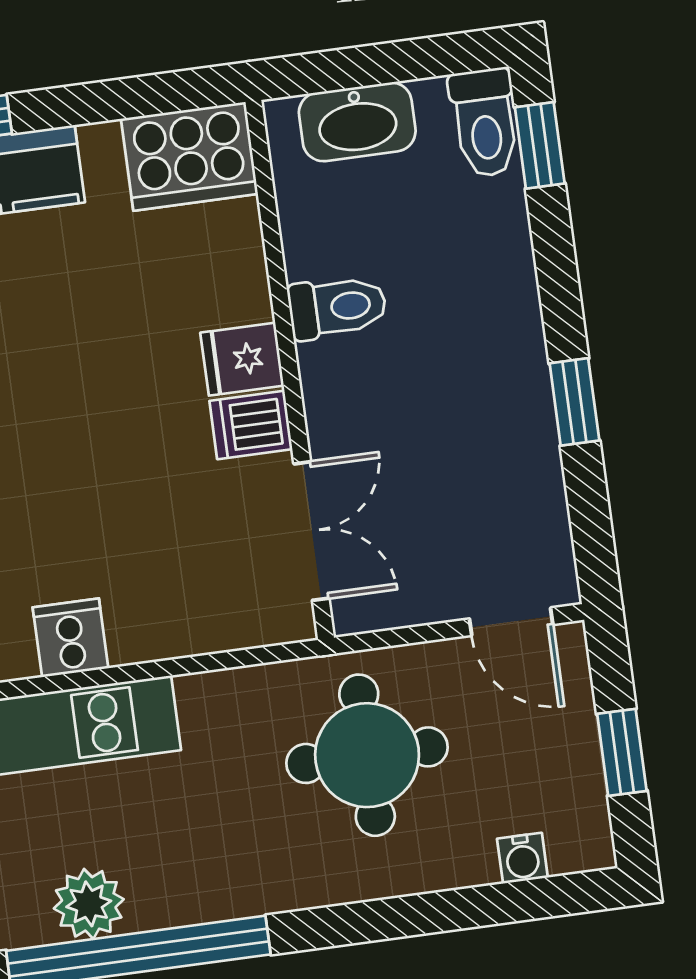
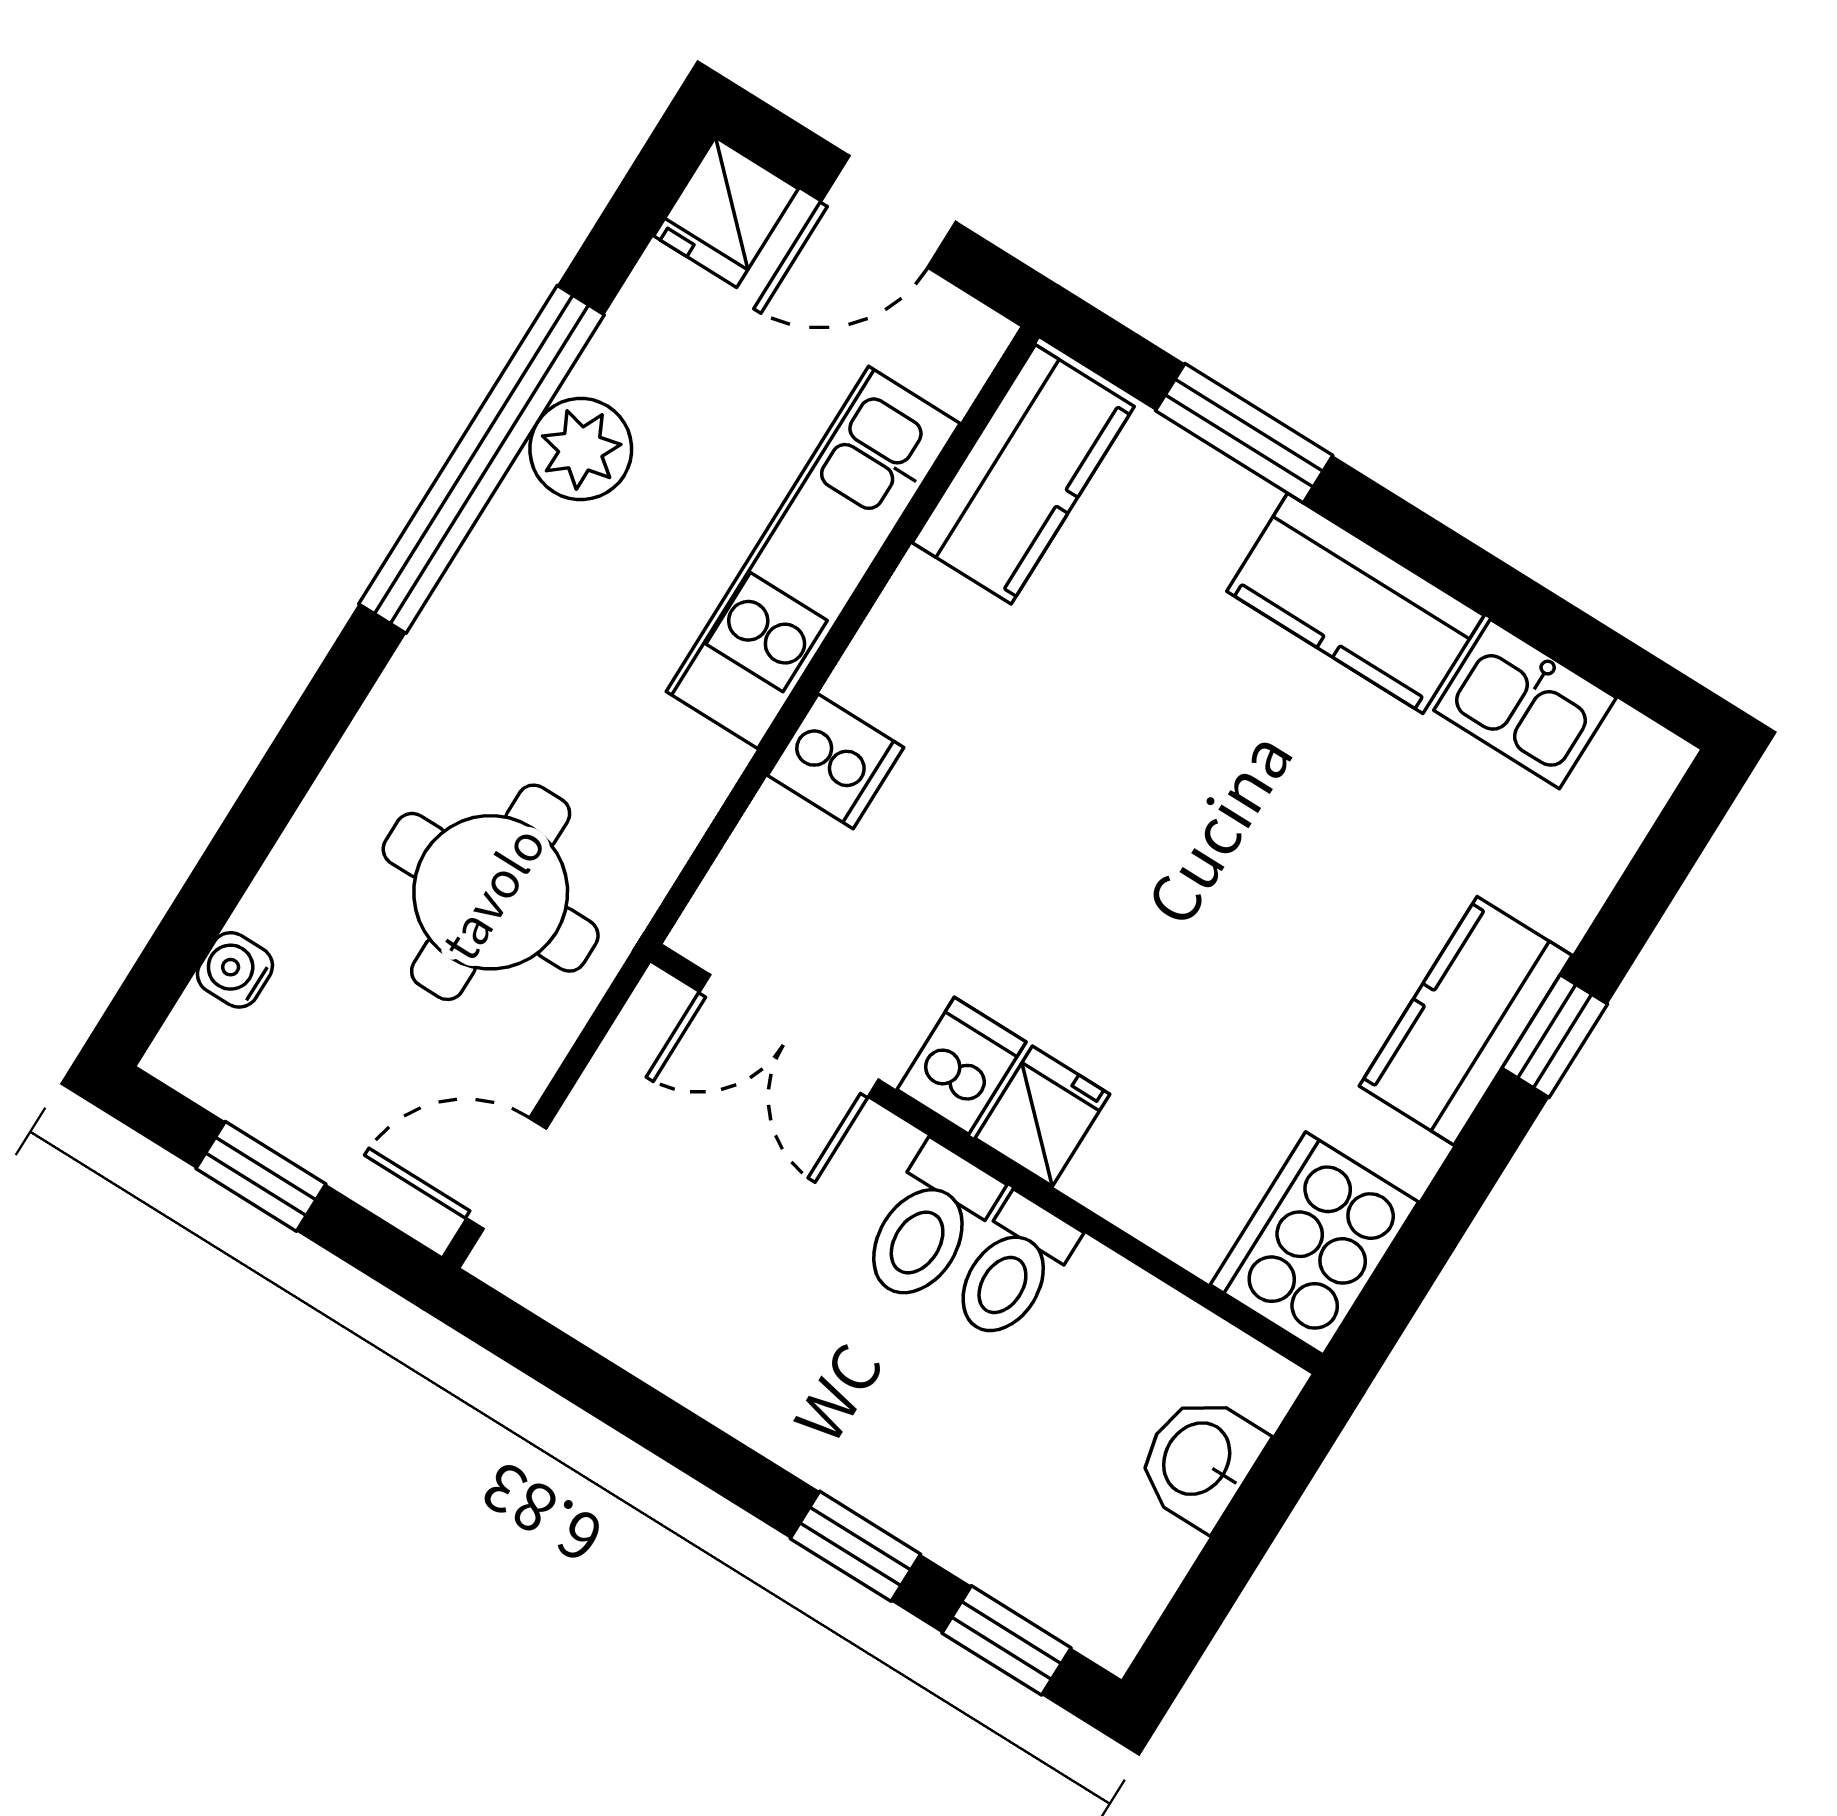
washbasin: (357, 122) -> (1199, 1460), width x0.72
toilet: (485, 123) -> (928, 1225), moved, turned -90
window: (574, 402) -> (855, 1546), moved
cooker: (70, 638) -> (836, 761), moved

